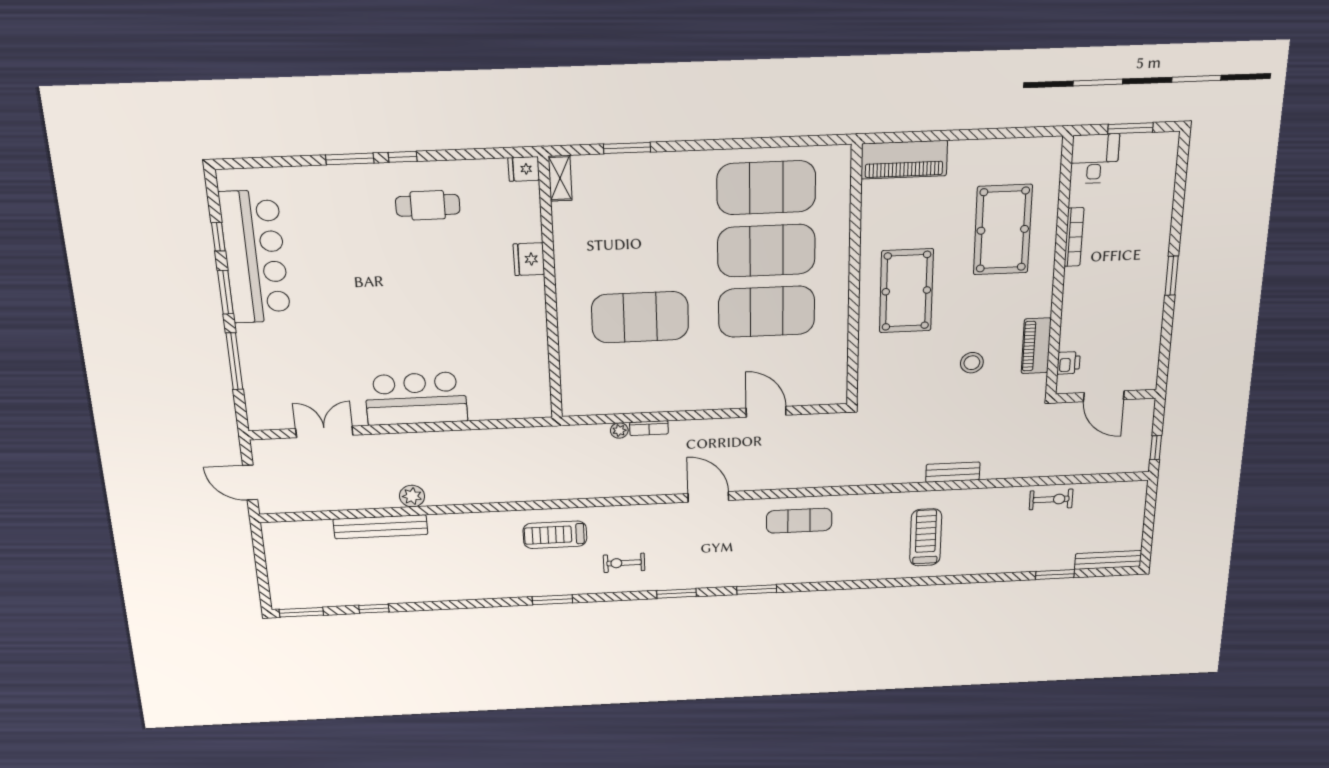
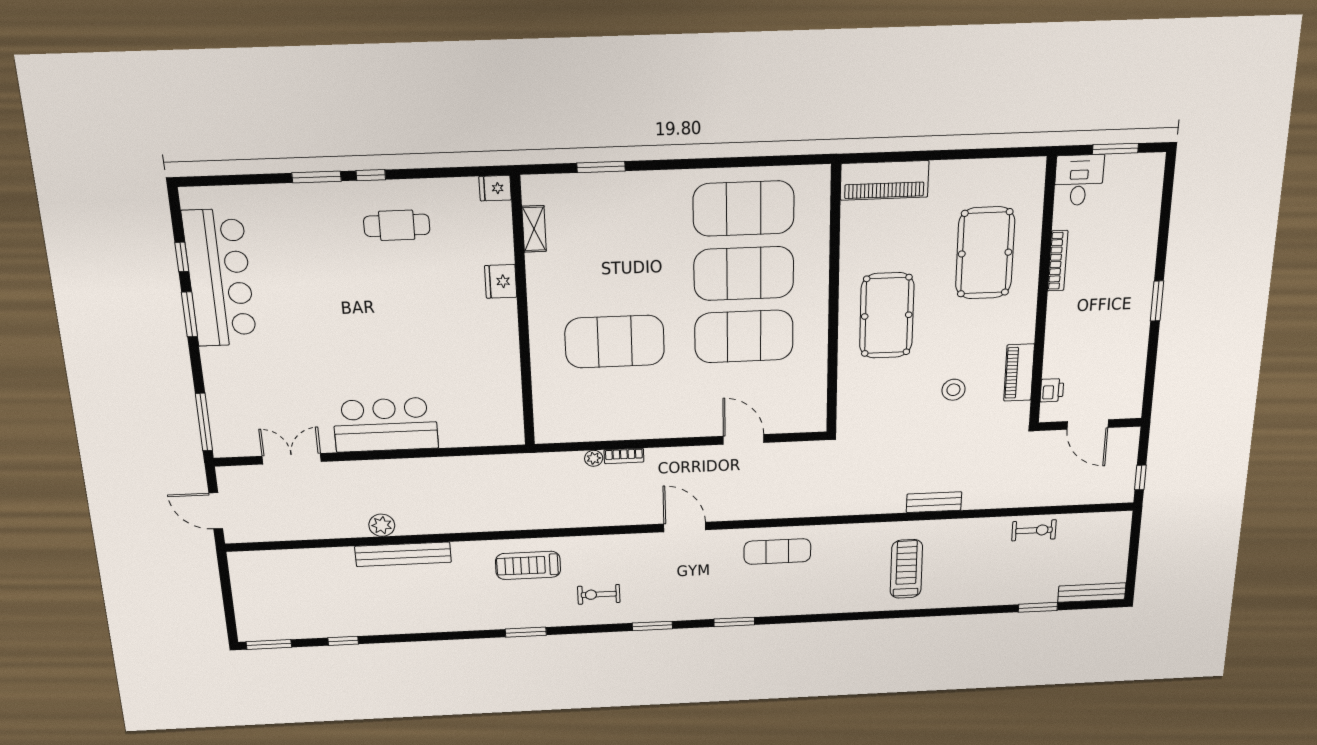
shelving: (560, 178) -> (534, 229), moved
window: (234, 361) -> (204, 422), moved
bench: (380, 527) -> (403, 554), moved

